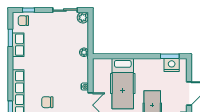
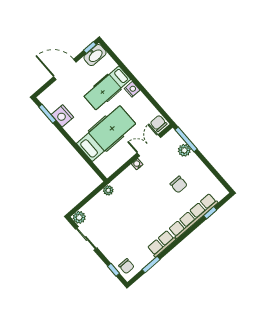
row of seats: (18, 45) -> (161, 244), moved
nightstand: (172, 65) -> (62, 116), moved

